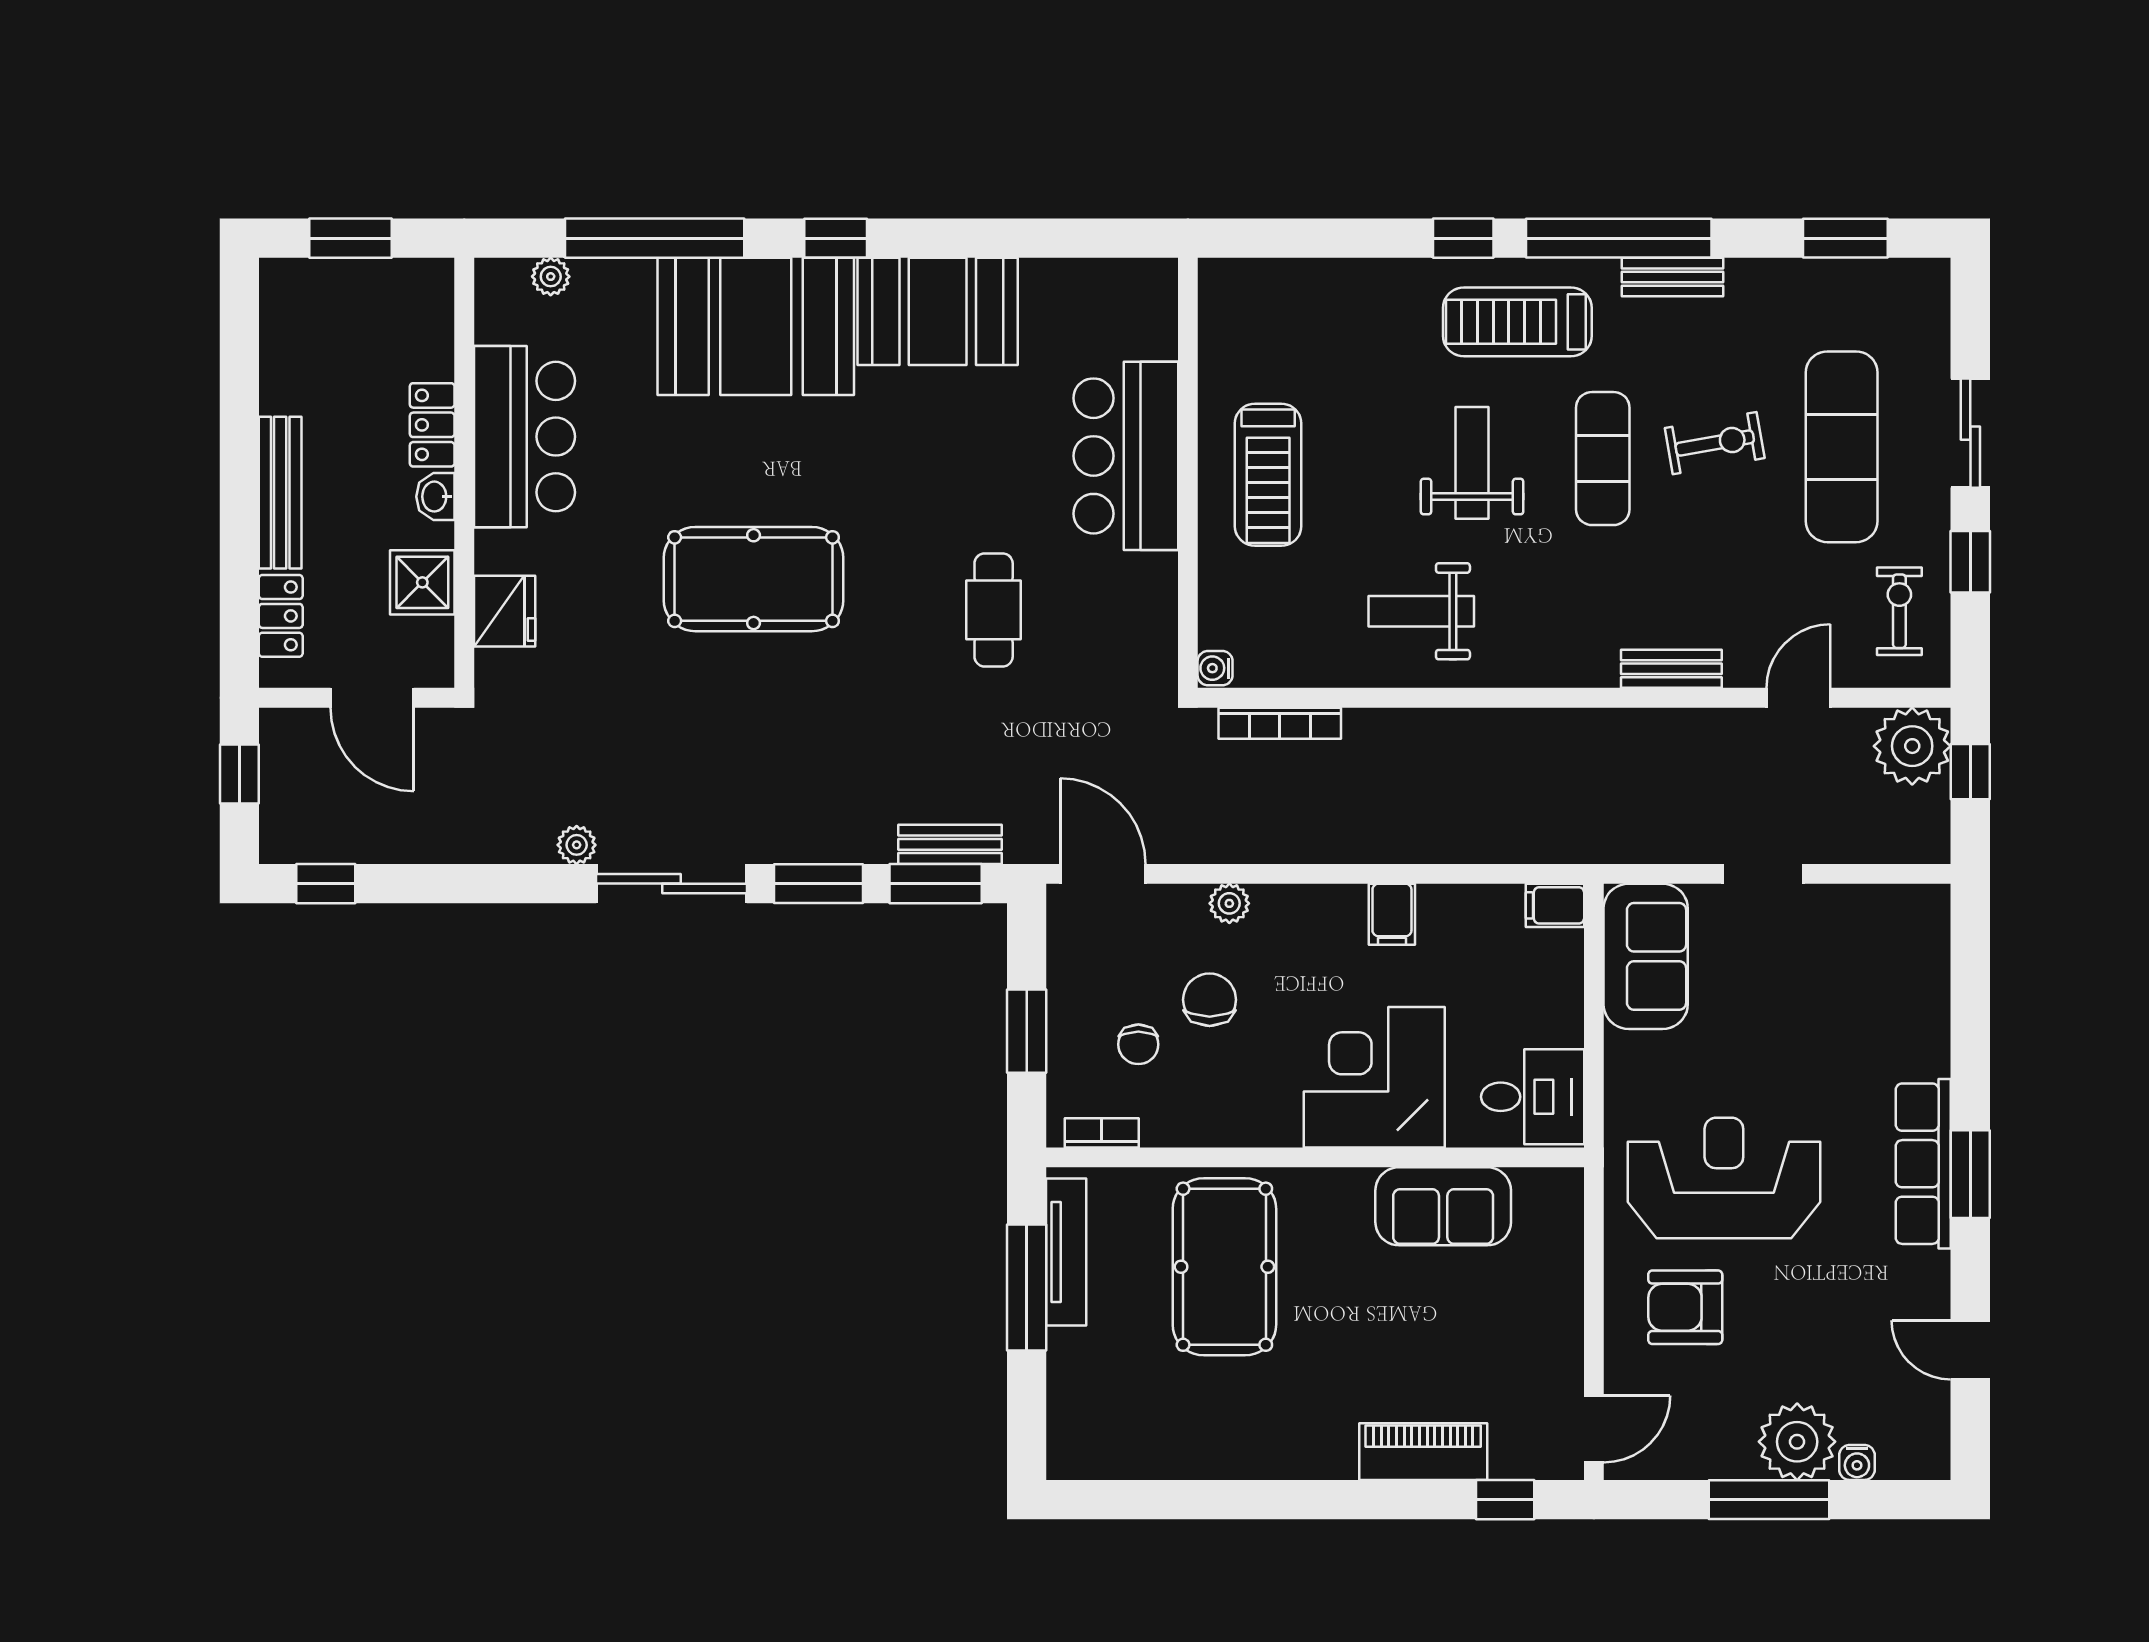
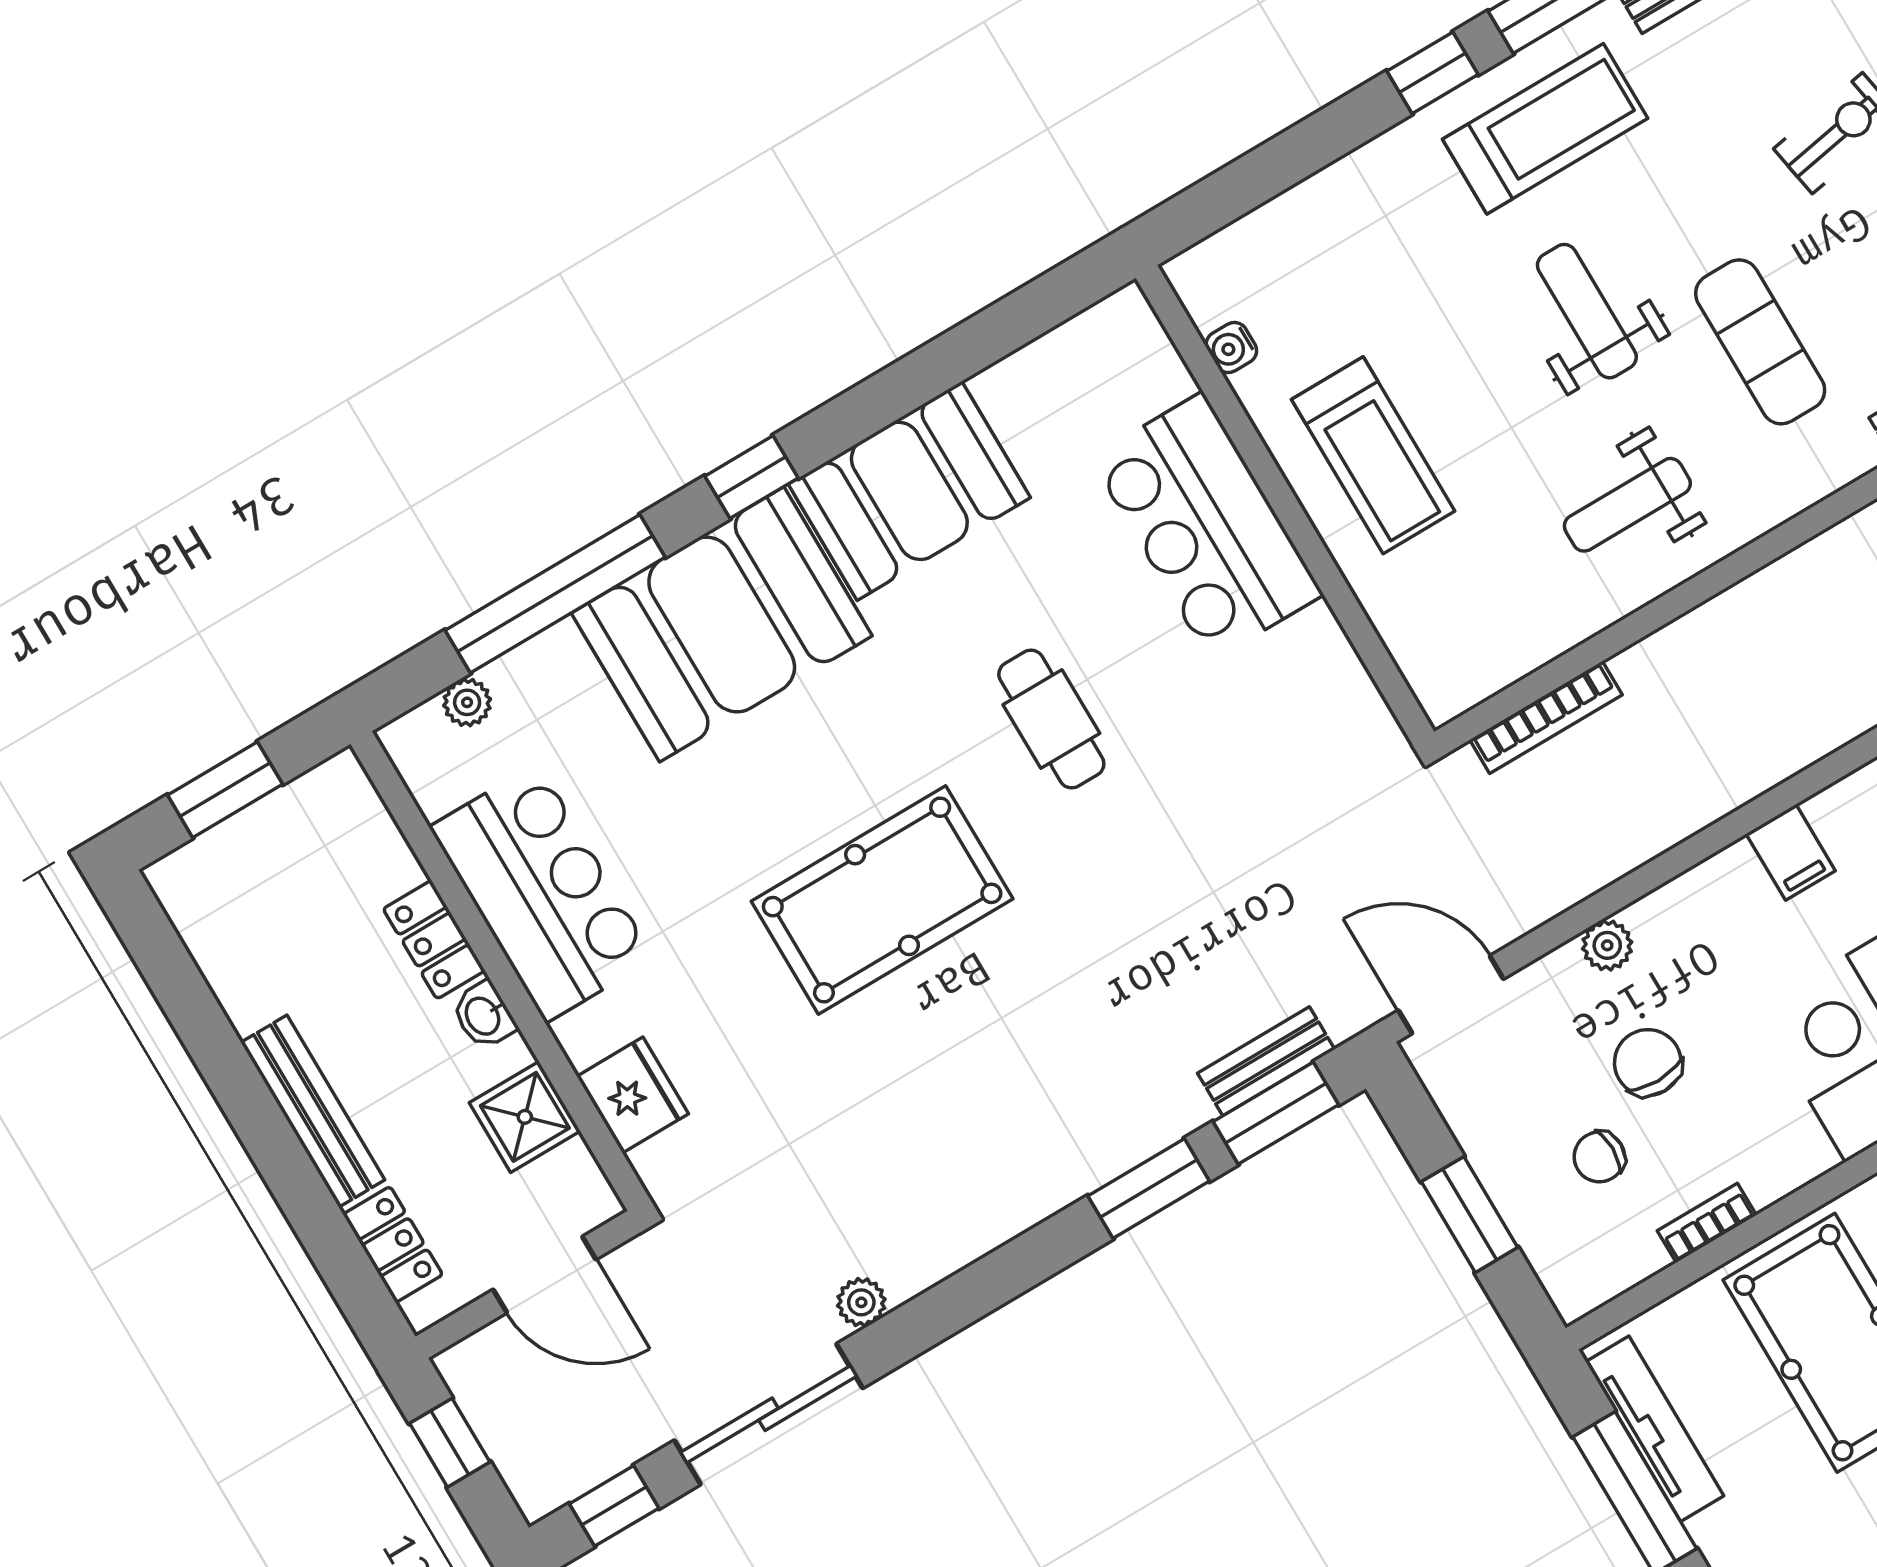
treadmill: (1517, 322) -> (1545, 129), turned 180
exercise mat: (1603, 459) -> (1760, 342), moved
cafe table: (994, 610) -> (1051, 719), moved
water cooler: (1215, 668) -> (1231, 348), moved
sliding door: (672, 884) -> (769, 1414), moved
chair: (1138, 1044) -> (1599, 1157), turned 90
bookcase: (1102, 1133) -> (1707, 1223), moved

